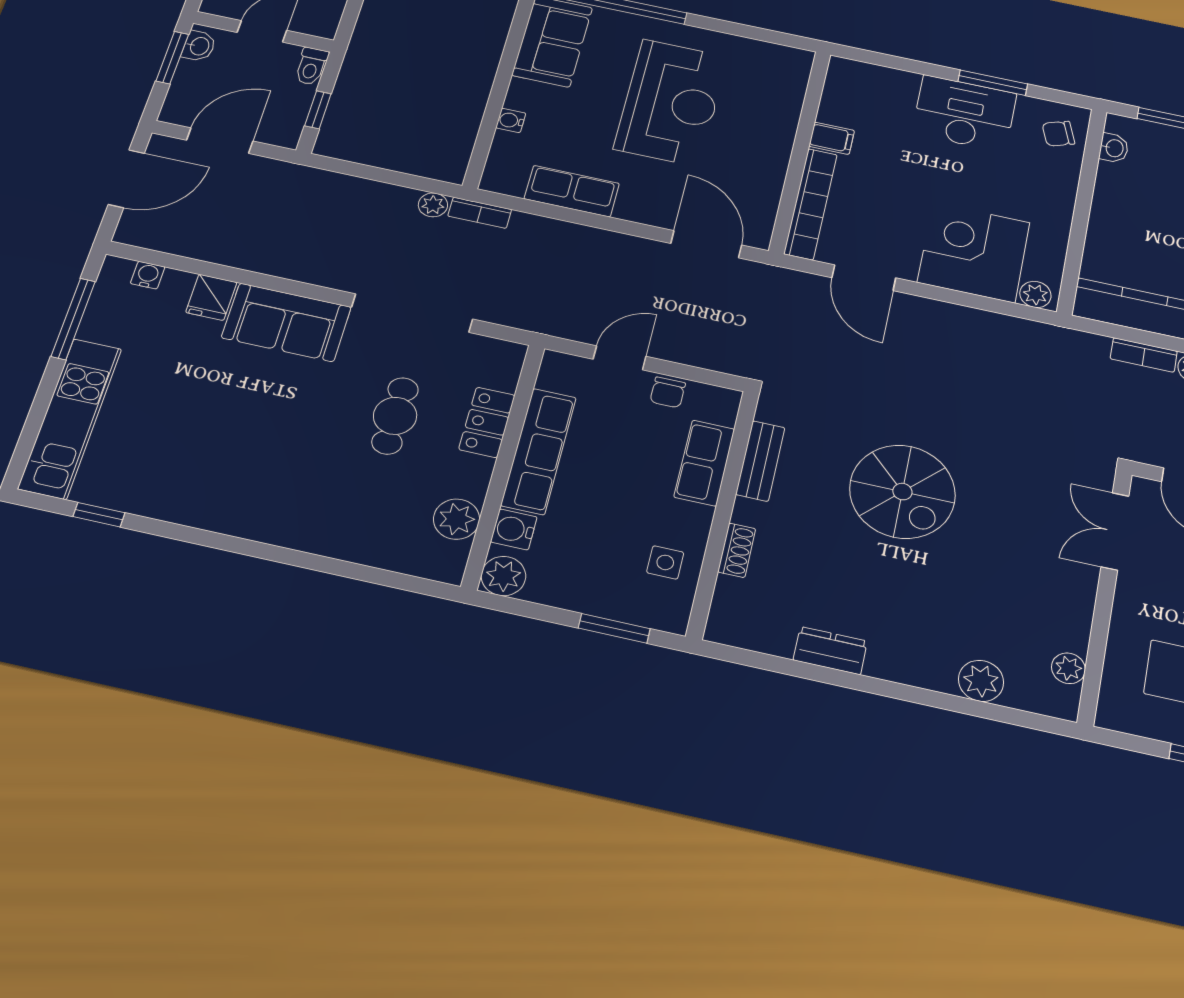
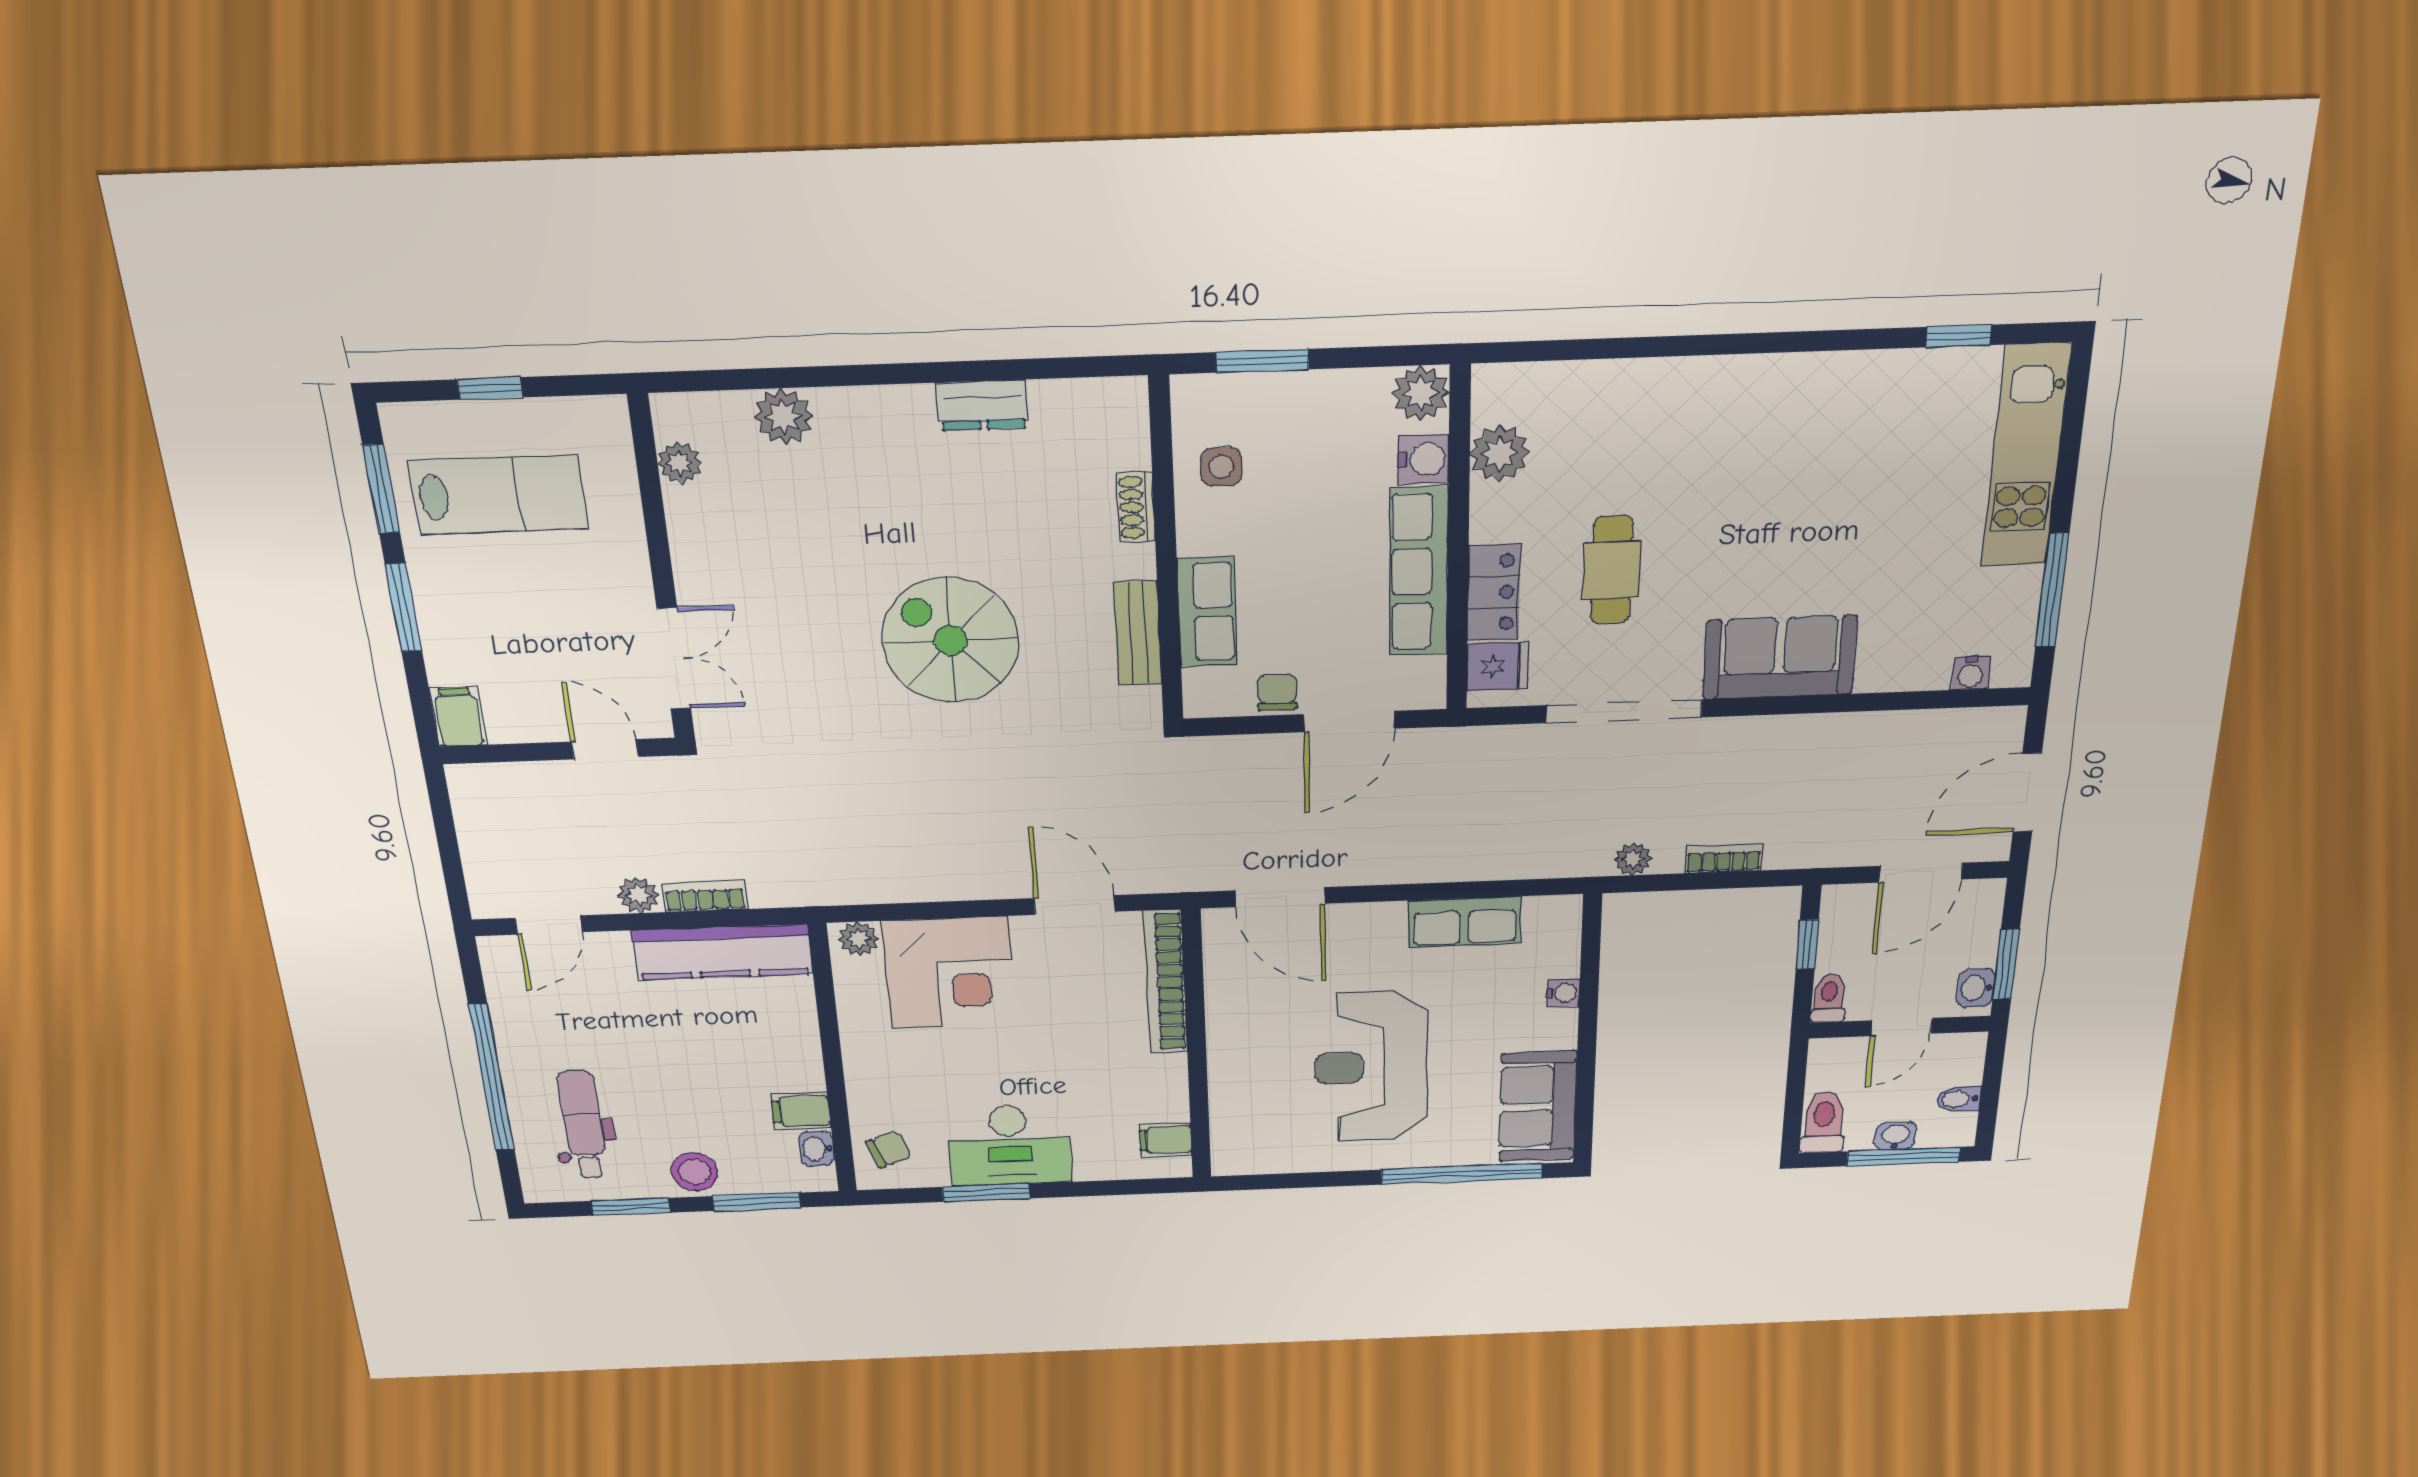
filing cabinet: (832, 138) -> (1166, 1140), moved
filing cabinet: (1118, 179) -> (801, 1111), added
bookcase: (480, 213) -> (1724, 858), moved
fridge: (211, 297) -> (1497, 666), moved, turned 90
door: (619, 358) -> (1349, 722), width x1.38

